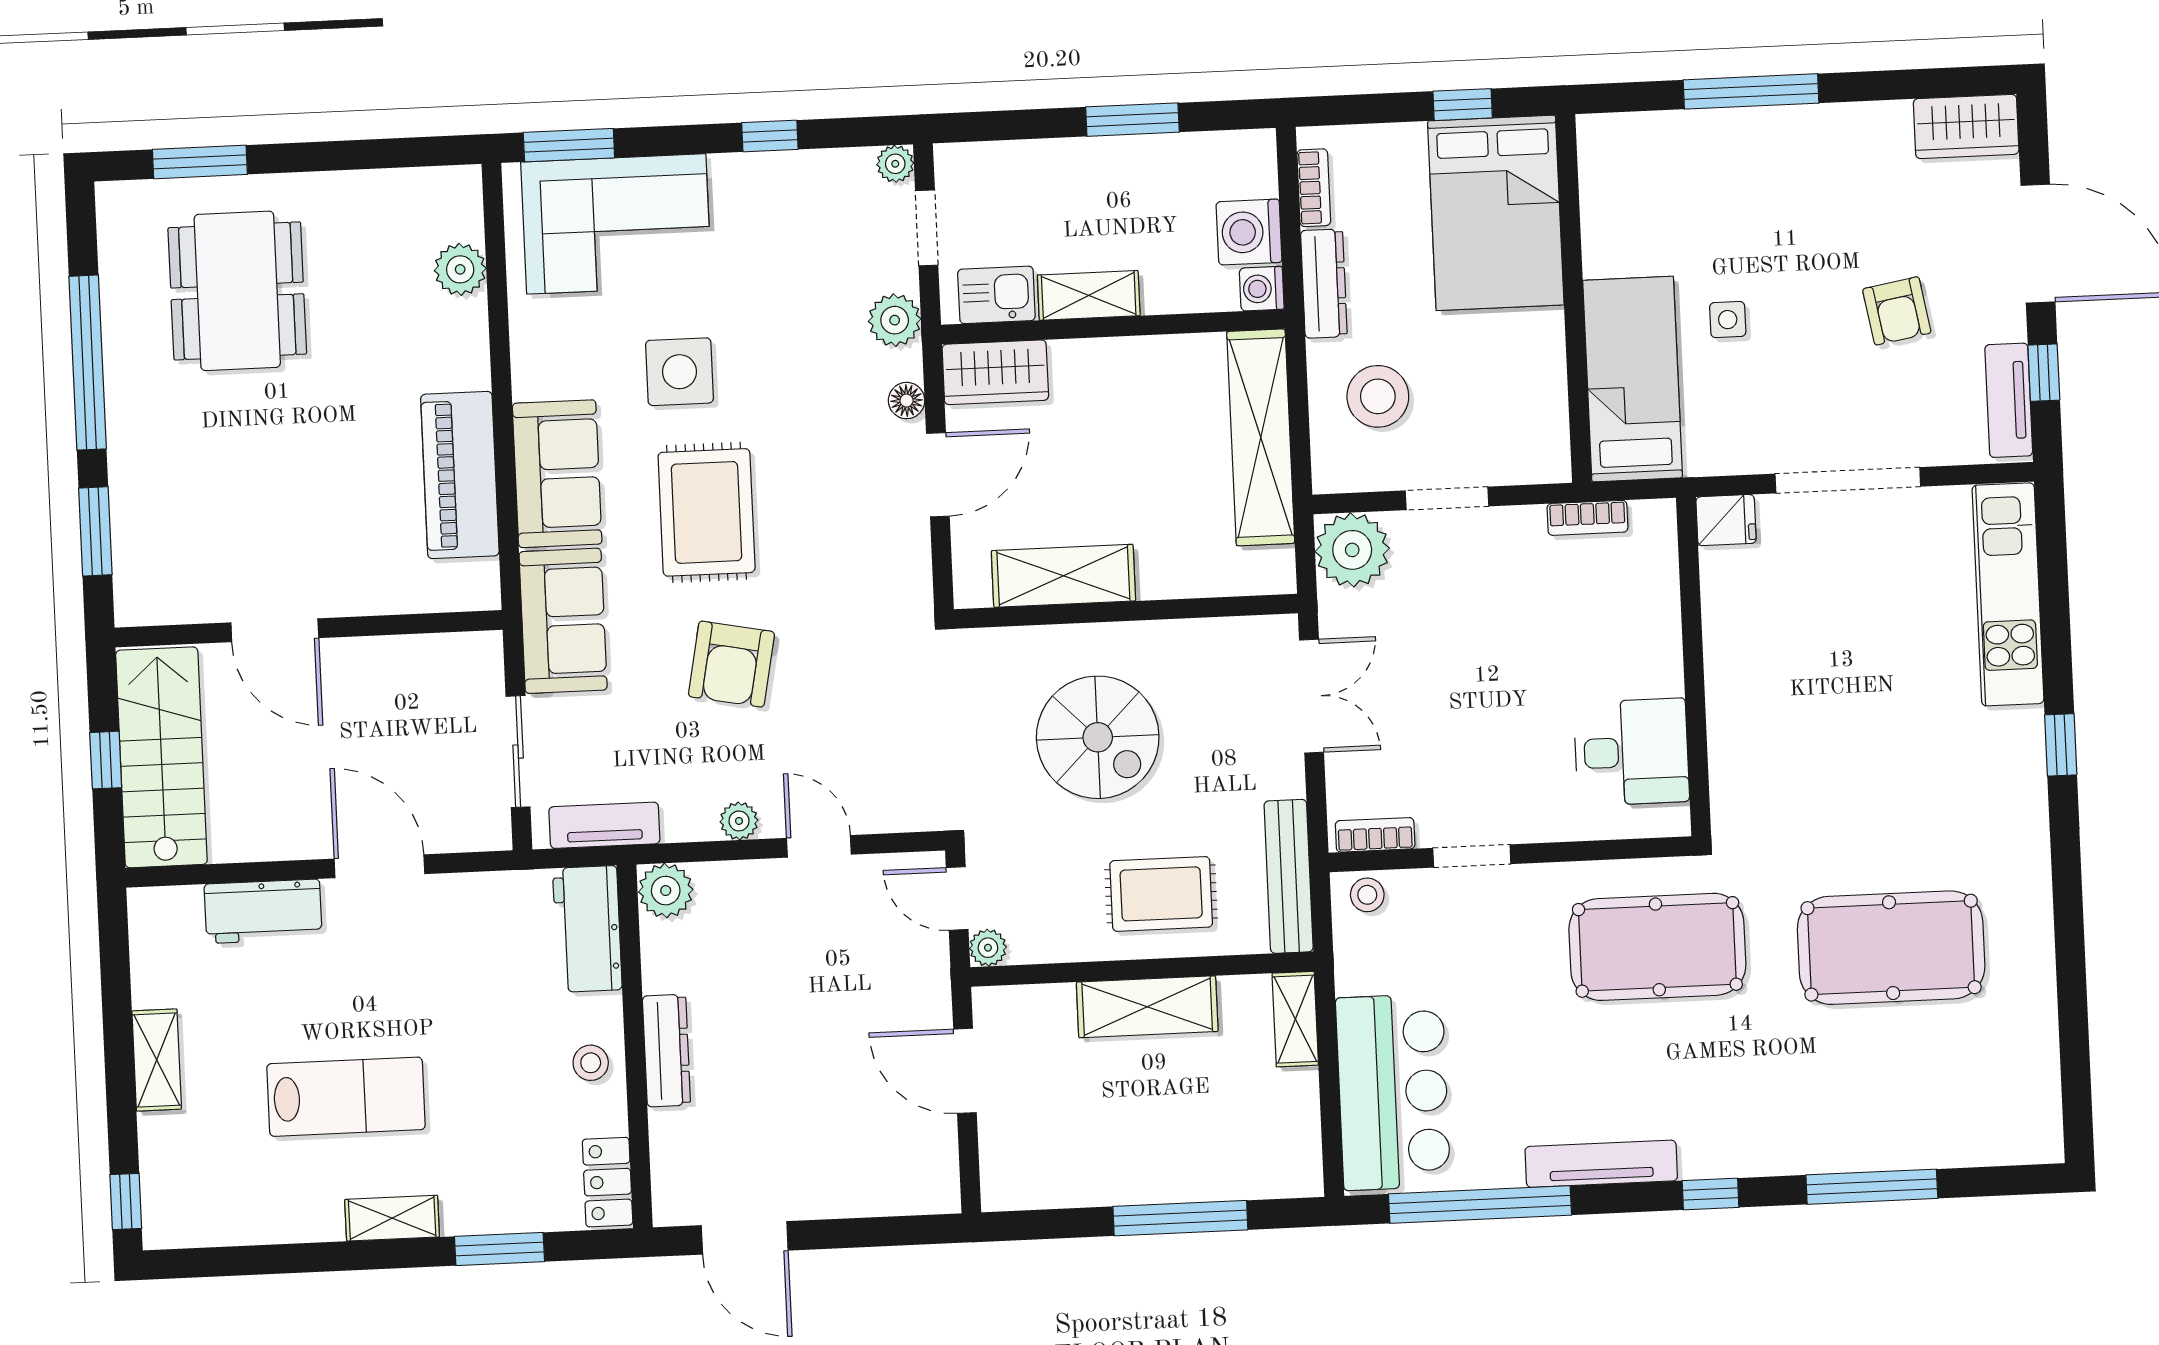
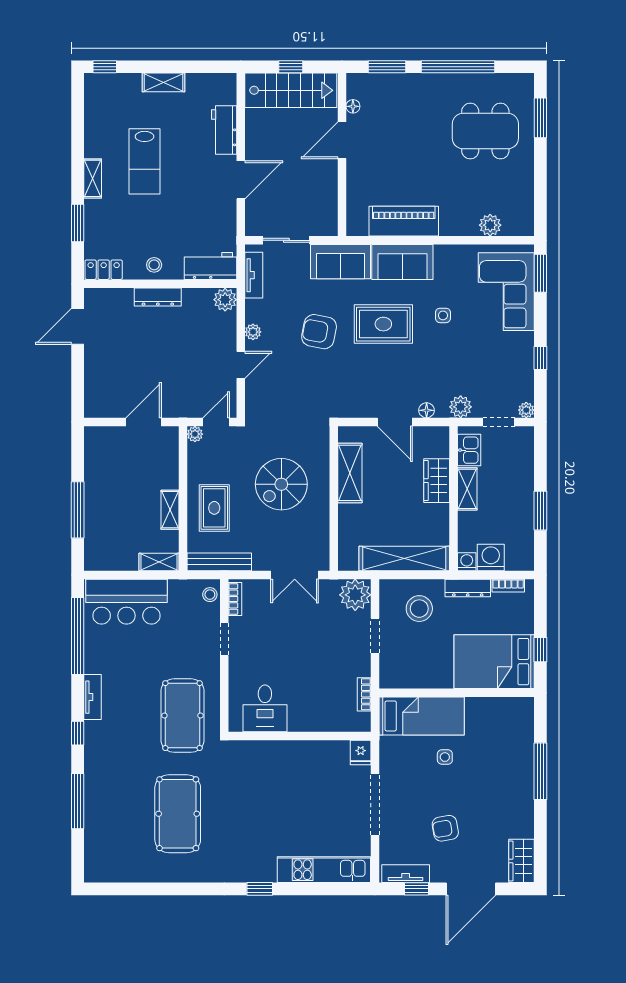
side table: (679, 372) -> (443, 315), width x0.54, depth x0.54
wardrobe: (995, 372) -> (437, 481), moved
floor lamp: (193, 608) -> (353, 106), added
shelving: (1147, 1007) -> (170, 510), width x0.67, depth x0.75
tv unit: (1601, 1164) -> (92, 697), width x0.71

